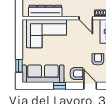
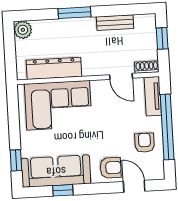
window: (60, 86) -> (63, 190), moved

